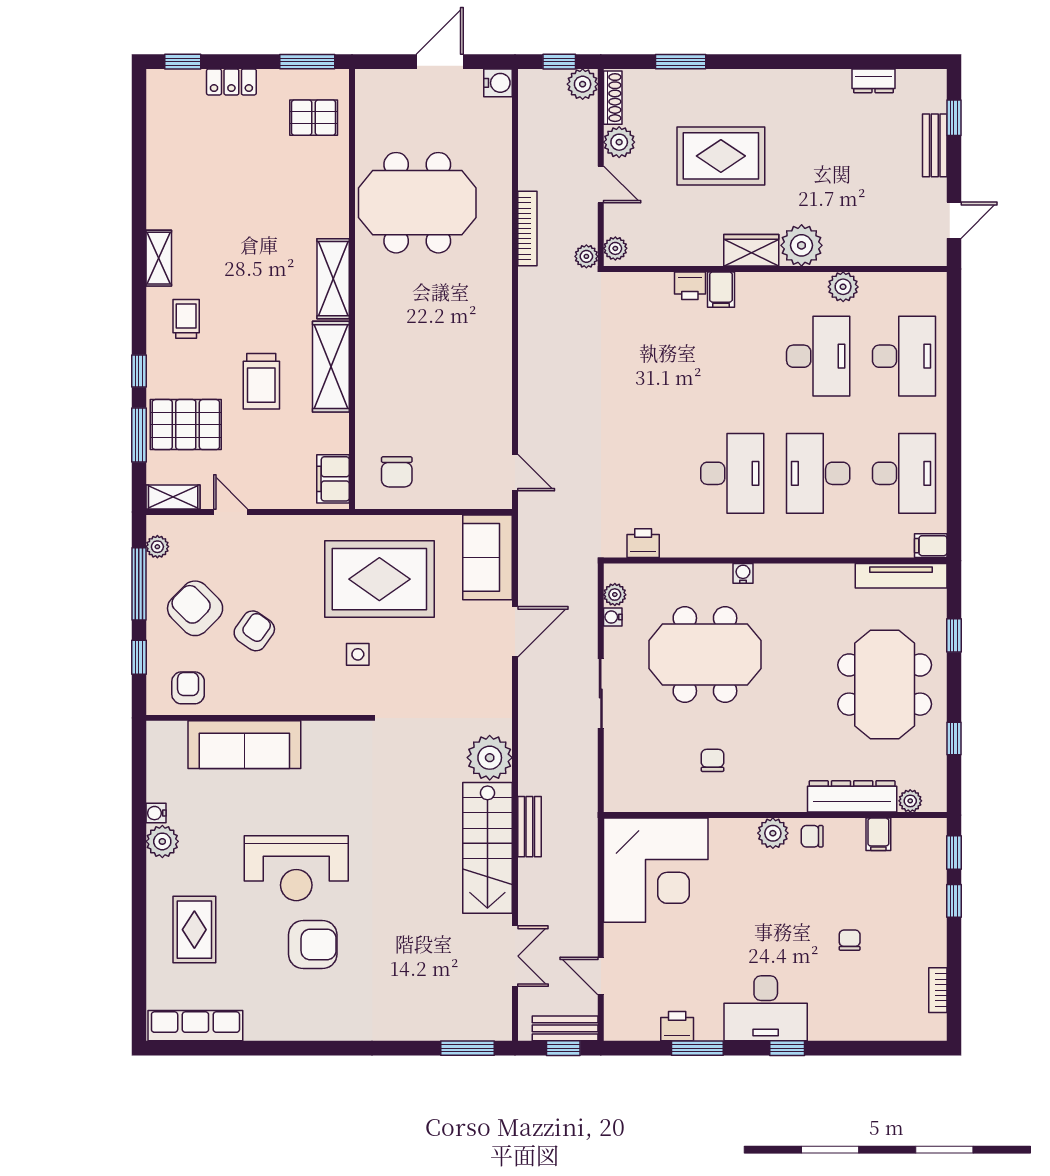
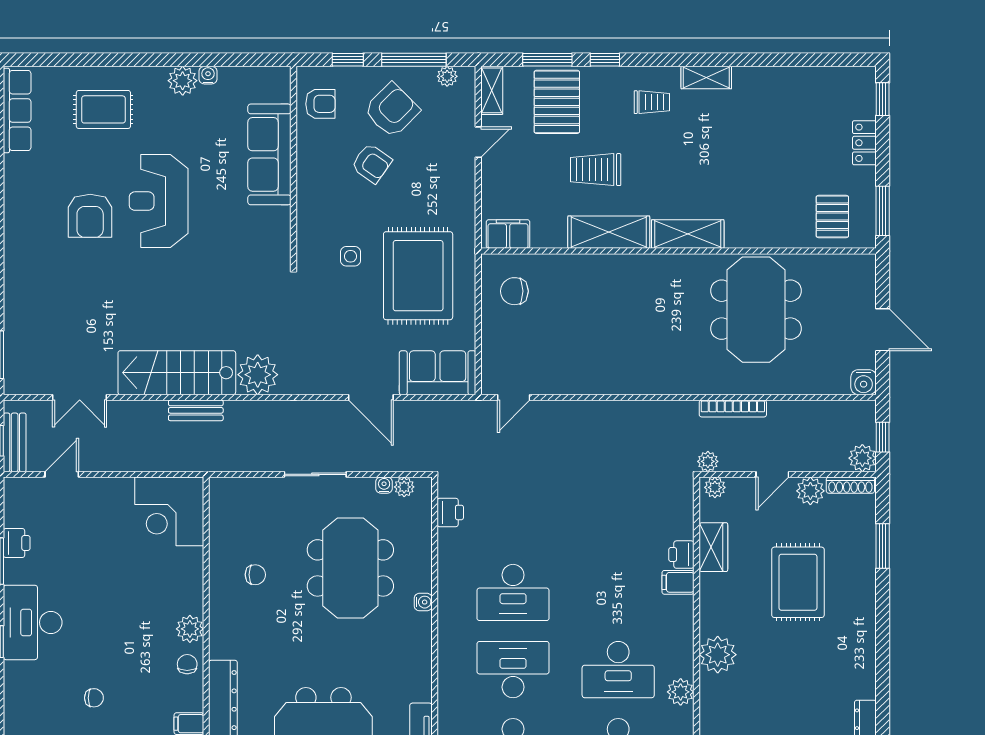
wardrobe: (751, 250) -> (713, 547), moved
corner desk: (656, 870) -> (169, 511), width x0.74, depth x0.74

